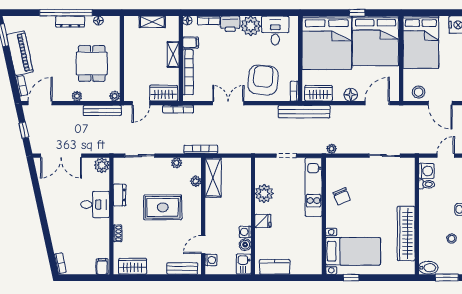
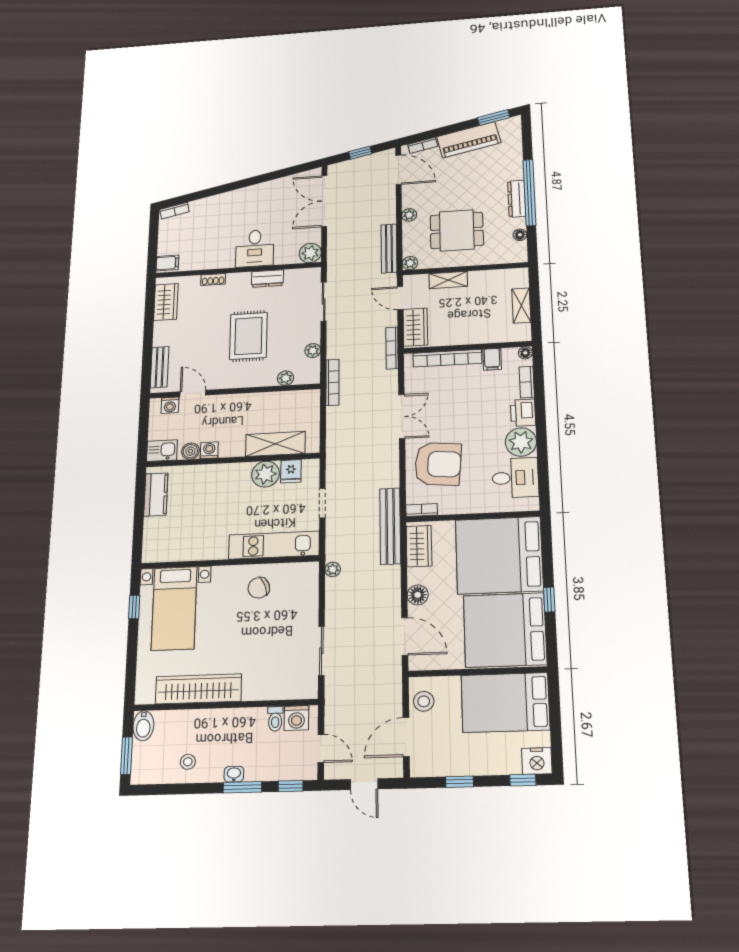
shelving: (173, 55) -> (448, 280), moved
shelving: (213, 177) -> (275, 444), moved
fridge: (263, 221) -> (291, 471), moved

